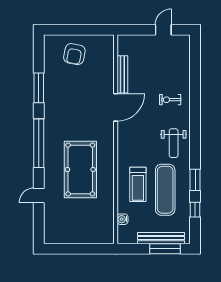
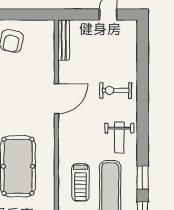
bench: (122, 74) -> (64, 40), moved
exercise bike: (170, 100) -> (116, 90), width x1.38, depth x1.39

